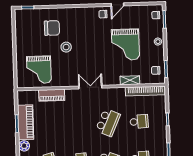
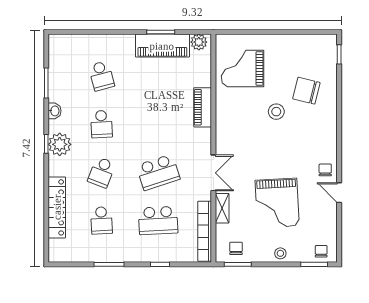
chair: (52, 28) -> (306, 91), turned 104
grand piano: (125, 45) -> (277, 203), turned -93
double door: (90, 87) -> (213, 173), moved
piano: (52, 95) -> (203, 107), moved
school desk: (139, 121) -> (158, 220), width x1.85
school desk: (108, 122) -> (158, 172), turned -42
plant: (24, 146) -> (199, 42), moved

